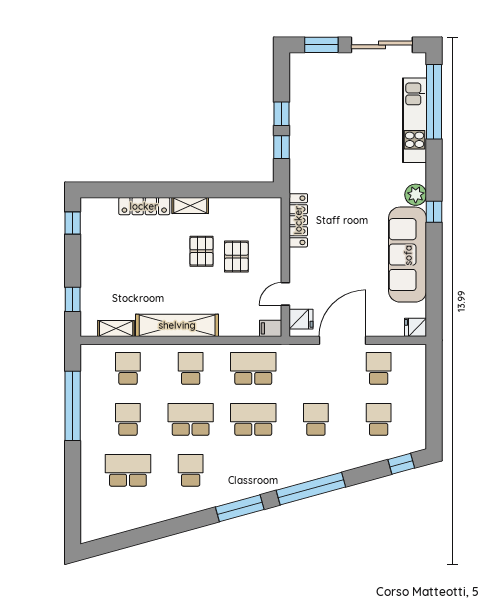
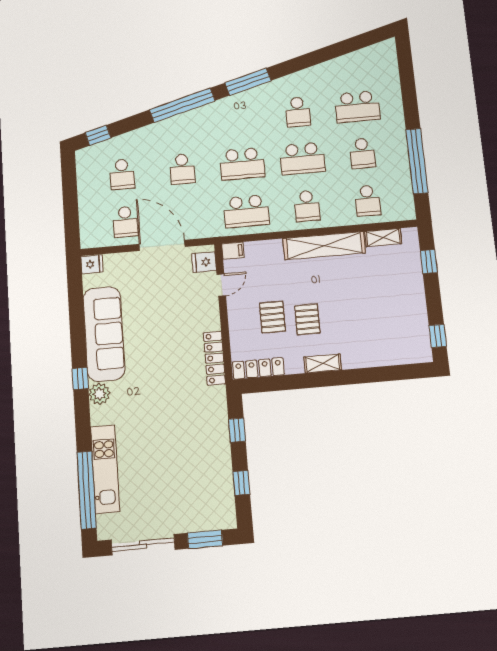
window: (282, 114) -> (241, 483), moved
locker: (144, 206) -> (258, 368), moved
door: (343, 340) -> (162, 245), swing flipped

